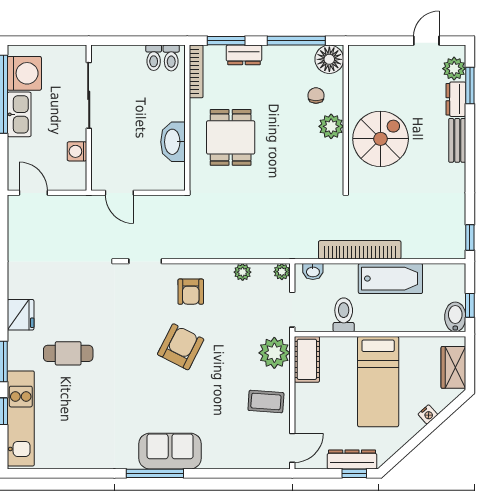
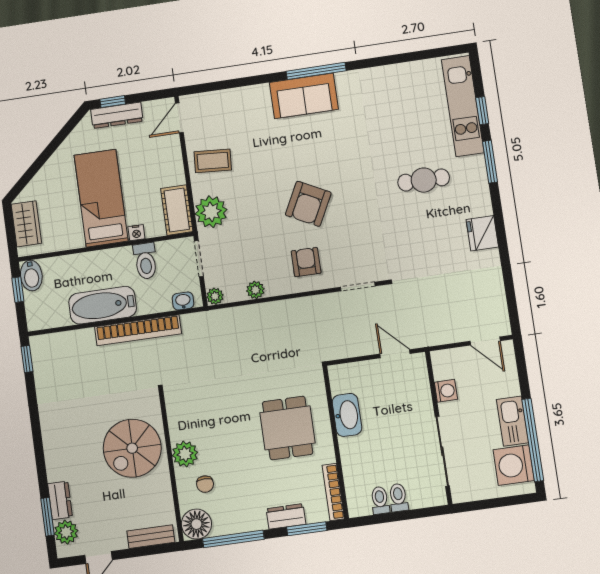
toilet: (171, 58) -> (398, 498), moved
bench: (457, 140) -> (151, 537), moved, turned 90
fridge: (21, 315) -> (482, 233), moved
nightstand: (428, 414) -> (136, 233), moved, turned -138

